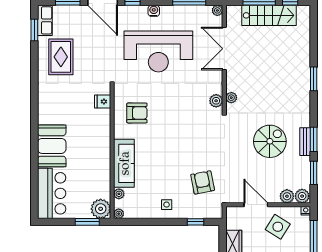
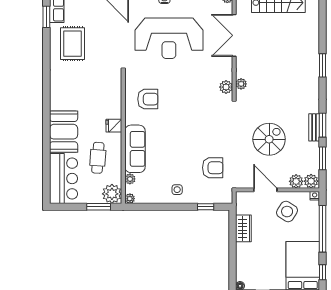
fridge: (103, 102) -> (114, 126), moved
spiral stairs: (270, 141) -> (269, 139), moved
cafe table: (86, 172) -> (98, 158), added
armchair: (203, 182) -> (213, 168), turned 101

